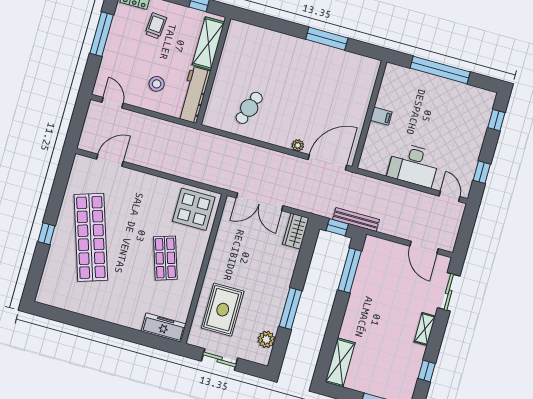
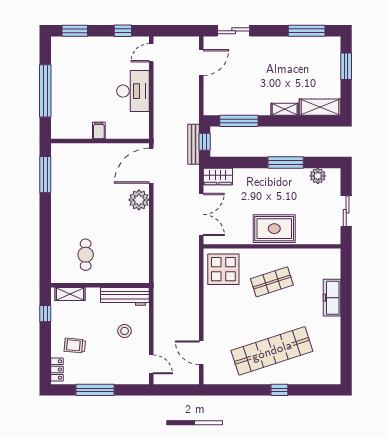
window: (327, 39) -> (45, 175), moved
shelving: (208, 43) -> (70, 294), width x0.67, depth x0.75
door: (112, 103) -> (151, 364), swing flipped
cafe table: (249, 108) -> (86, 255), moved, turned 70
window: (496, 120) -> (75, 31), width x1.50
plant: (298, 145) -> (139, 200), width x1.87, depth x1.87
door: (327, 162) -> (151, 166), hinge flipped
bench: (356, 220) -> (194, 144), moved
rug: (223, 310) -> (274, 229), moved
freezer: (164, 328) -> (332, 298), moved
shelving: (425, 329) -> (285, 109), moved
window: (427, 371) -> (307, 31), width x2.17

